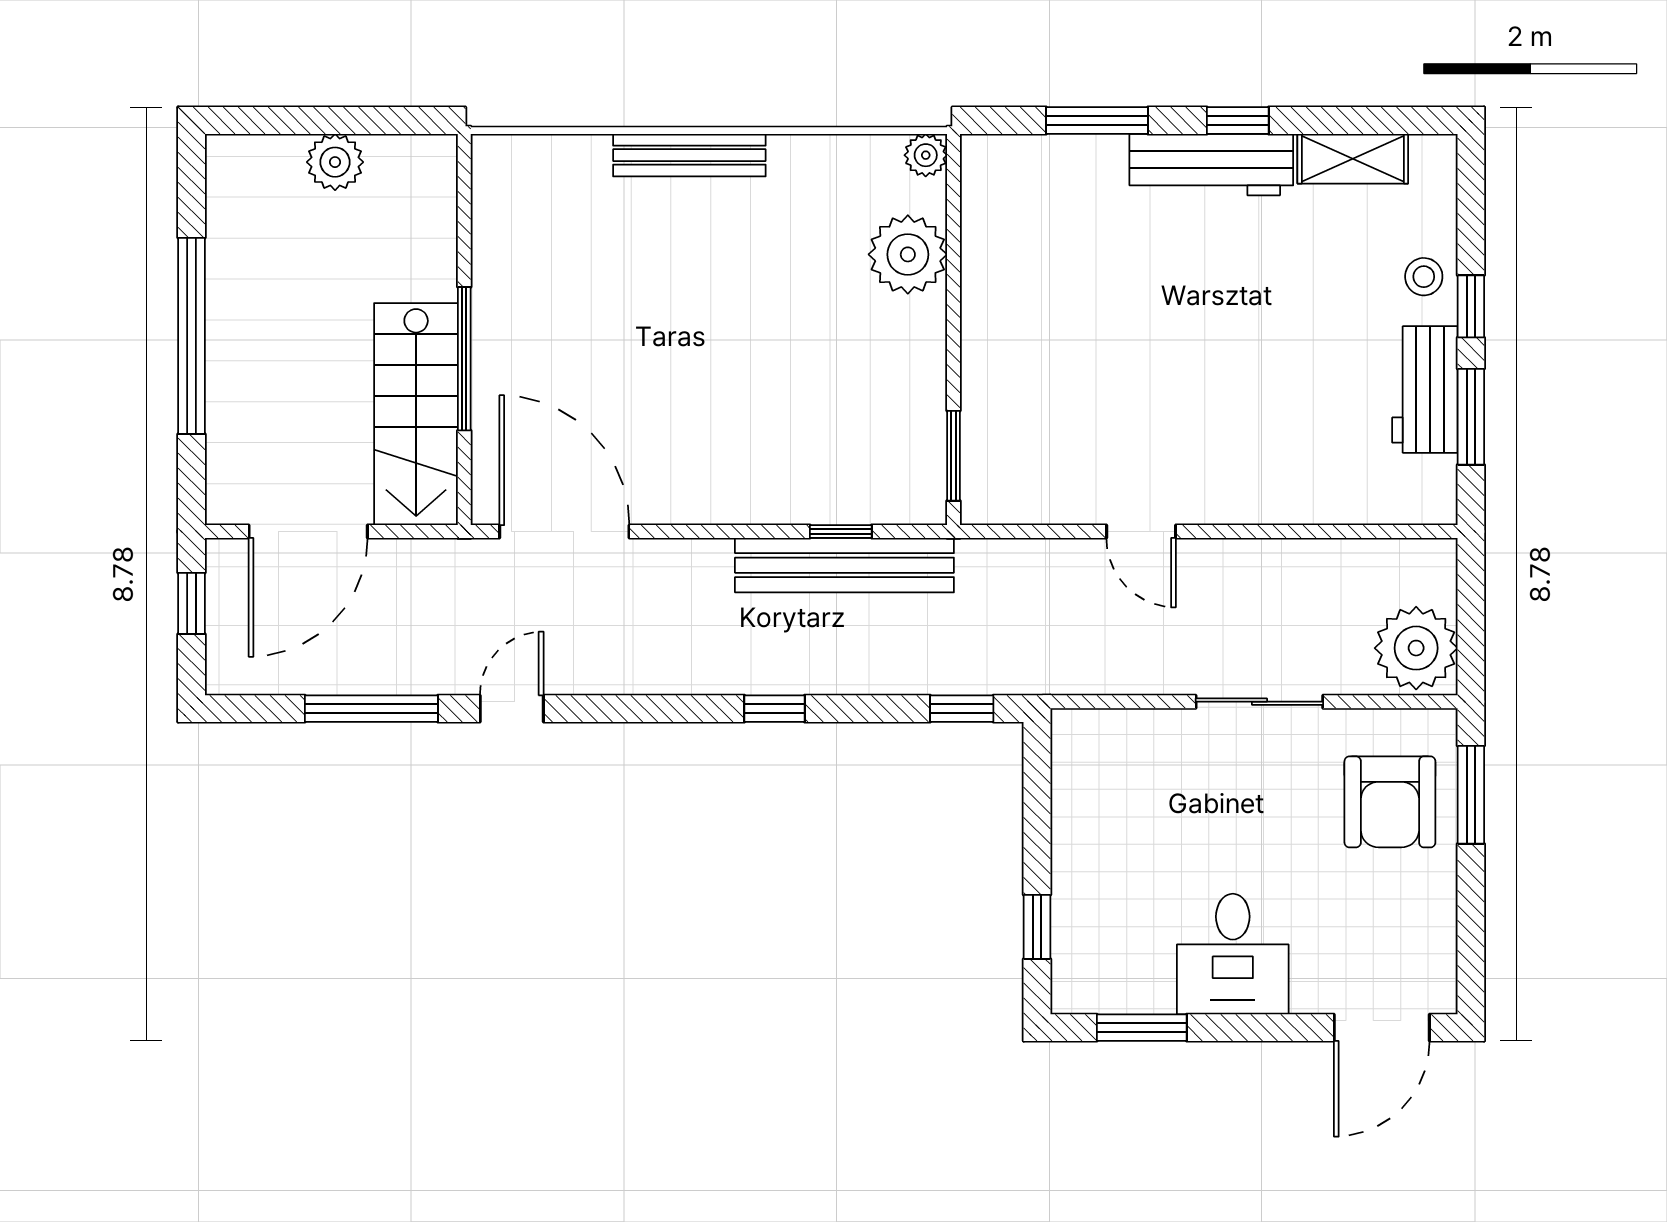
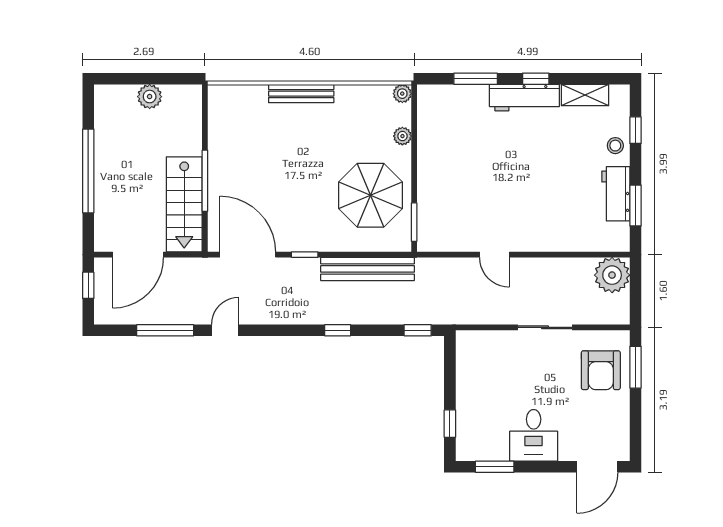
plant: (908, 254) -> (402, 136), width x0.53, depth x0.53
window: (1471, 306) -> (635, 130), moved
parasol: (852, 393) -> (371, 195), added
window: (841, 532) -> (305, 255), moved
plant: (1416, 648) -> (612, 275), moved

